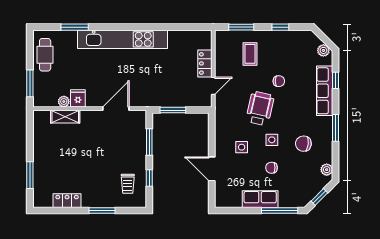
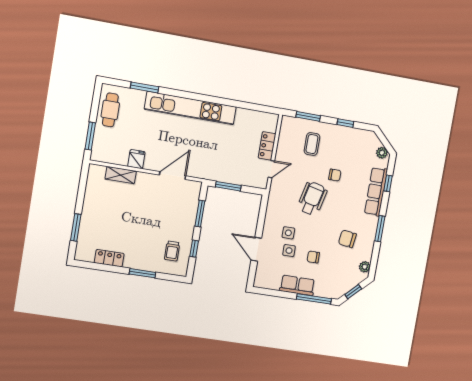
plant: (64, 102) -> (122, 160), removed
side table: (272, 140) -> (289, 251), moved

